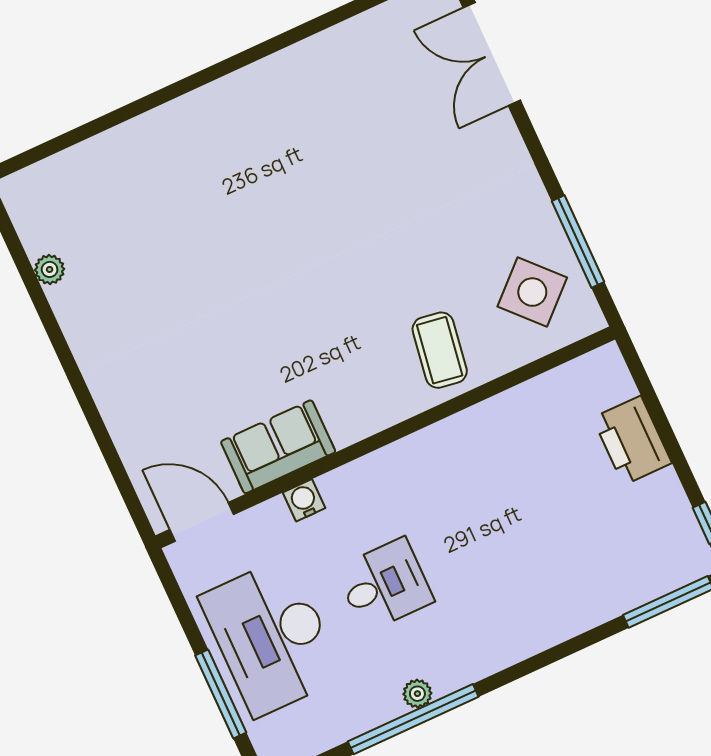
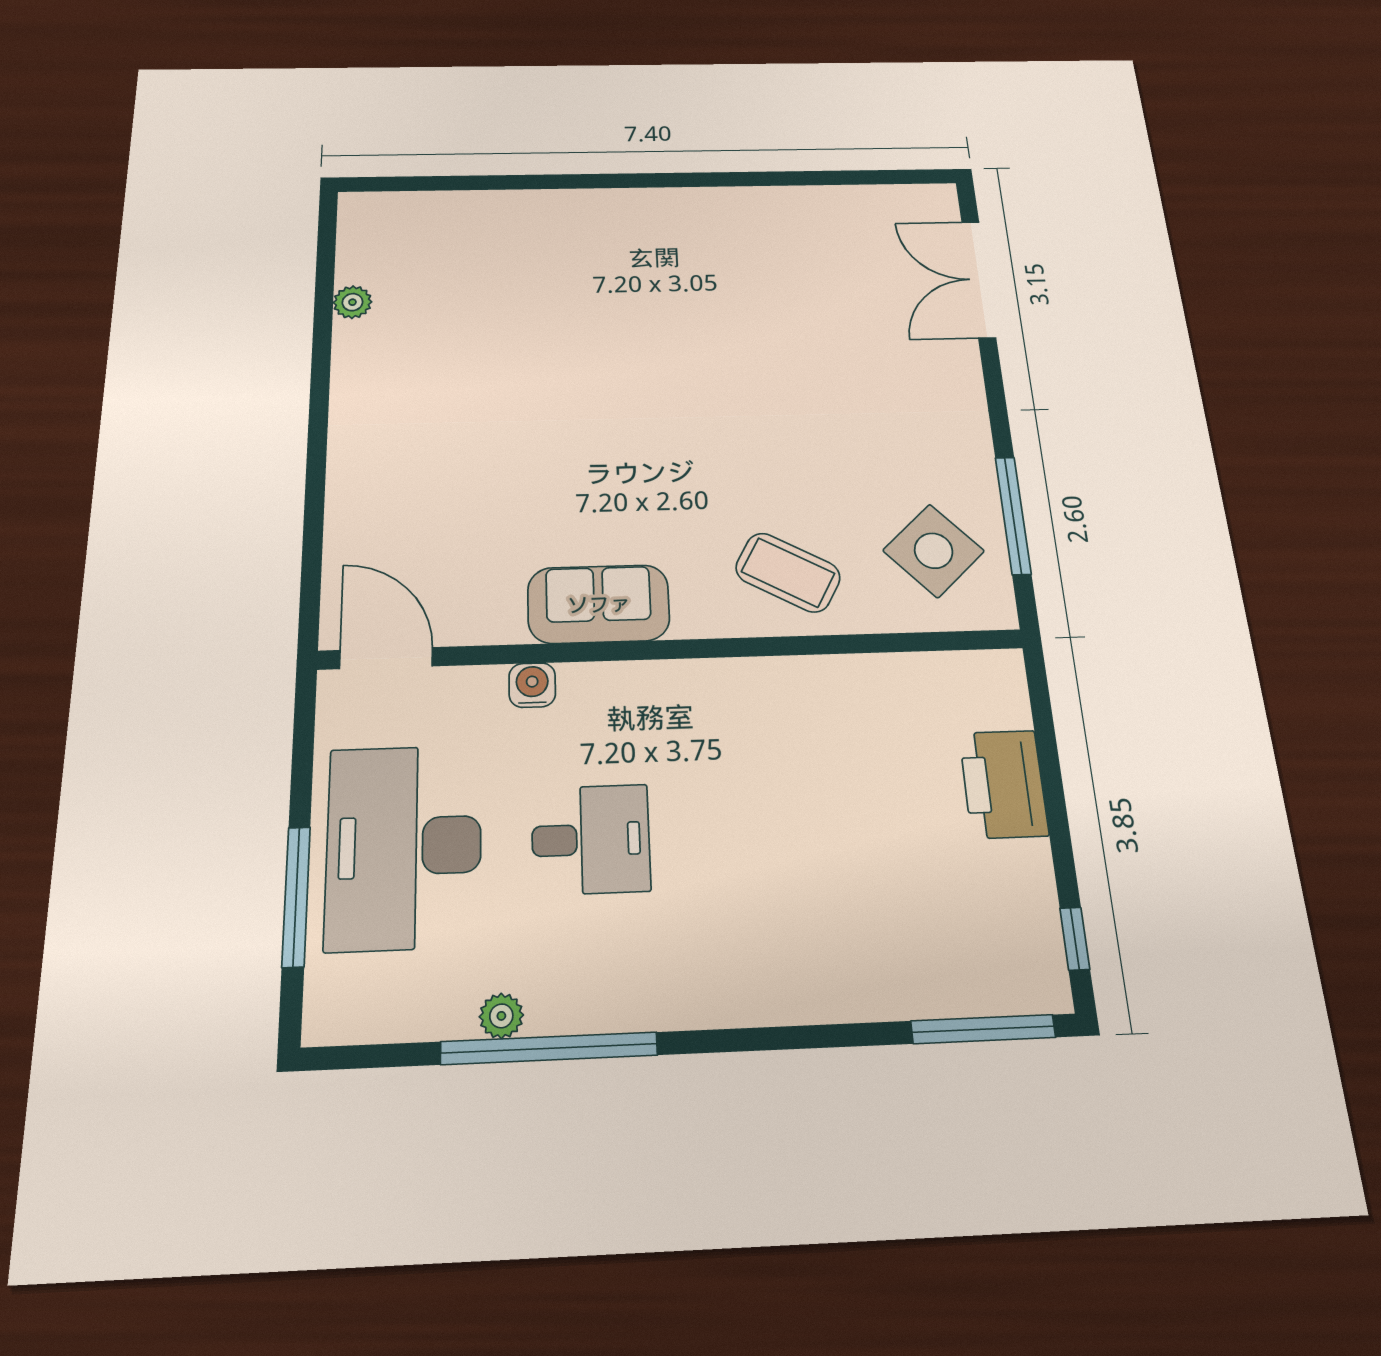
coffee table: (440, 350) -> (788, 572), turned -70
sofa: (278, 447) -> (599, 604), moved
plant: (417, 694) -> (501, 1016), moved

